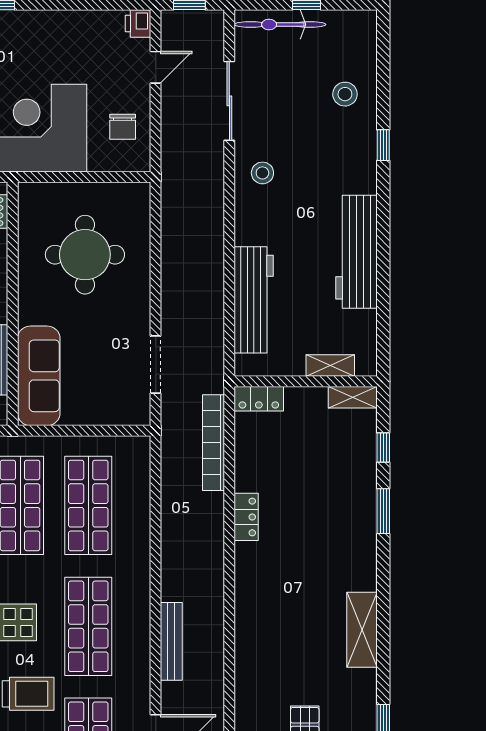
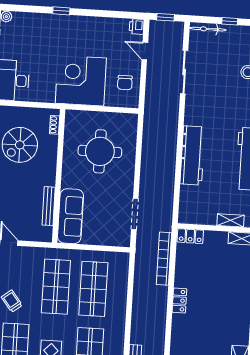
bicycle: (280, 24) -> (208, 29), width x0.73, depth x0.71
door: (155, 67) -> (145, 51), swing flipped
stool: (262, 173) -> (200, 113), removed
workbench: (254, 300) -> (192, 155), moved

